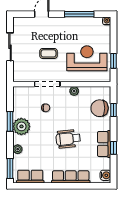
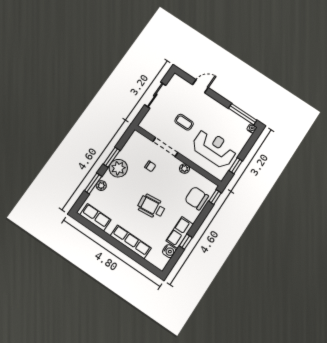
window: (79, 14) -> (243, 114), moved
window: (114, 110) -> (215, 197), moved
window: (10, 168) -> (93, 183), moved
water cooler: (105, 175) -> (169, 251), moved

